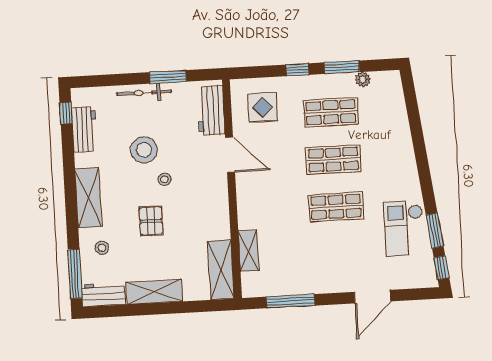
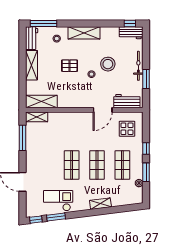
workbench: (84, 129) -> (131, 33), moved
shelving: (405, 149) -> (100, 204), added
shelving: (248, 251) -> (37, 117), moved

